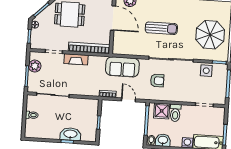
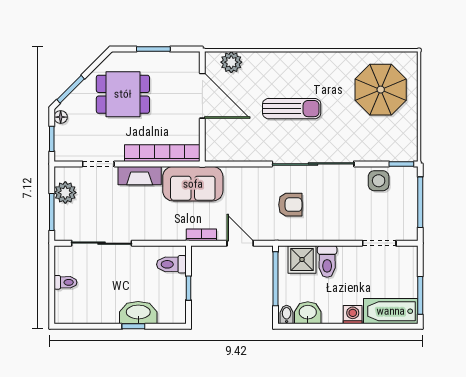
parasol: (210, 35) -> (381, 90), moved
sofa: (122, 67) -> (193, 184), moved
toilet: (90, 109) -> (171, 264), added

